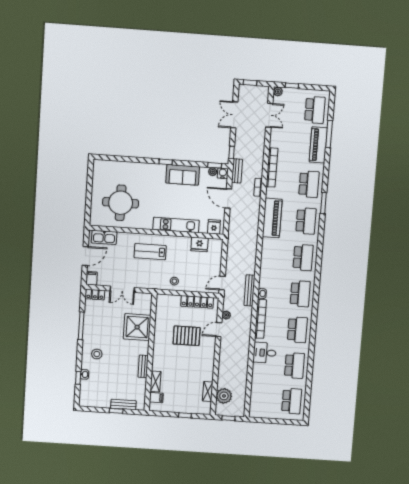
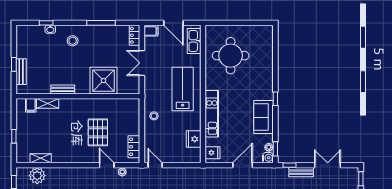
bench: (237, 171) -> (301, 172), moved
lab bench: (150, 252) -> (183, 89), width x1.36, depth x1.39
locker: (197, 302) -> (134, 147), width x0.66

